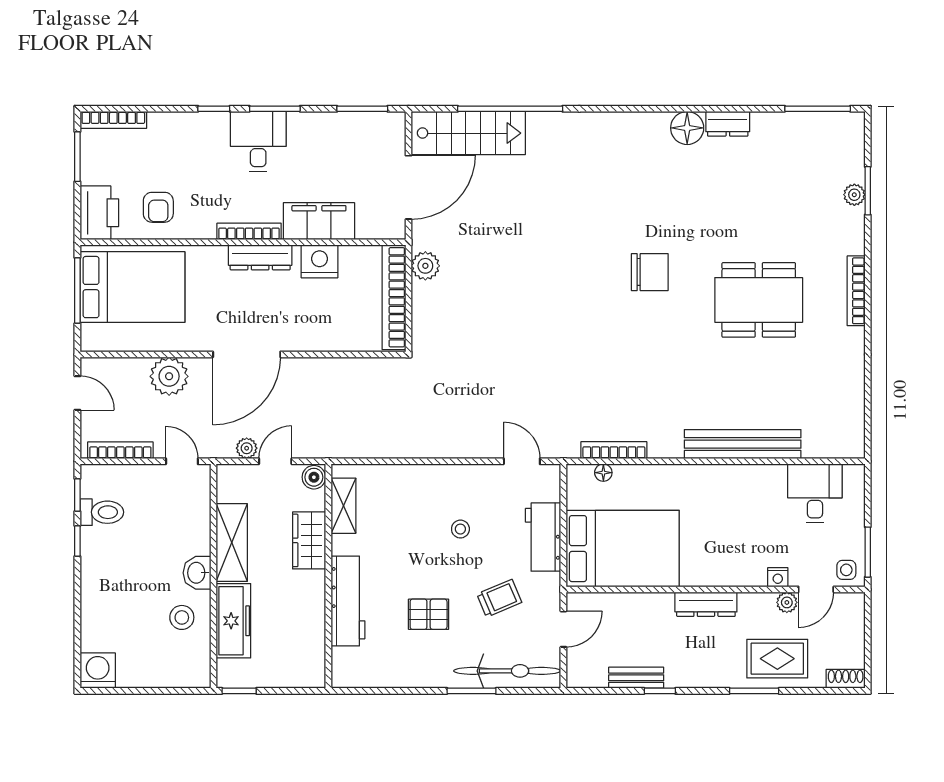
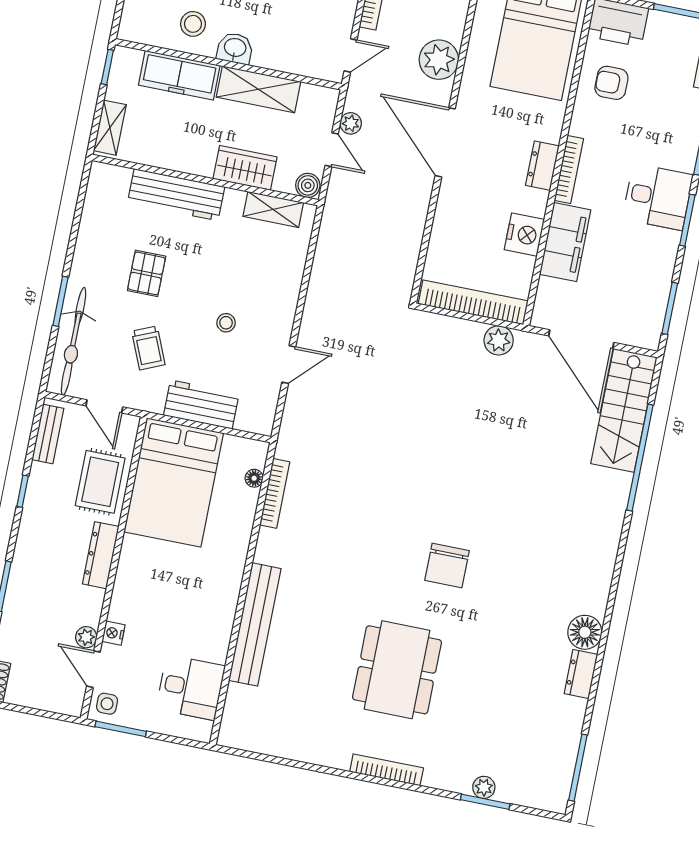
dresser: (260, 257) -> (542, 166), width x0.70
door: (522, 461) -> (289, 365), moved
rug: (777, 659) -> (100, 482), moved
shelving: (297, 677) -> (110, 128), added
bench: (636, 678) -> (48, 434), moved

